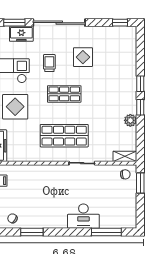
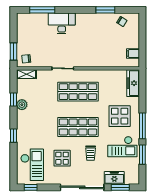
checkout: (118, 49) -> (32, 165), added
shop shelf: (64, 94) -> (78, 127), width x1.43, depth x1.36
window: (140, 107) -> (14, 99), moved

